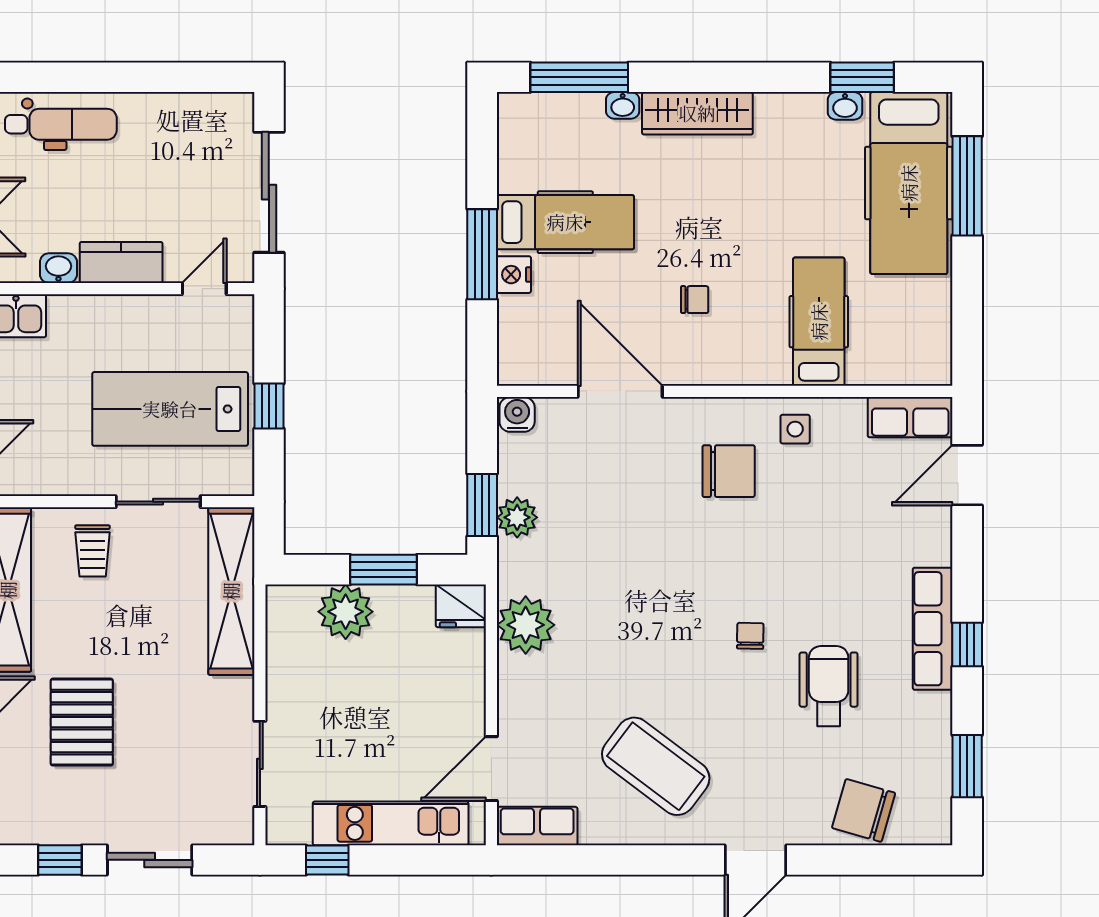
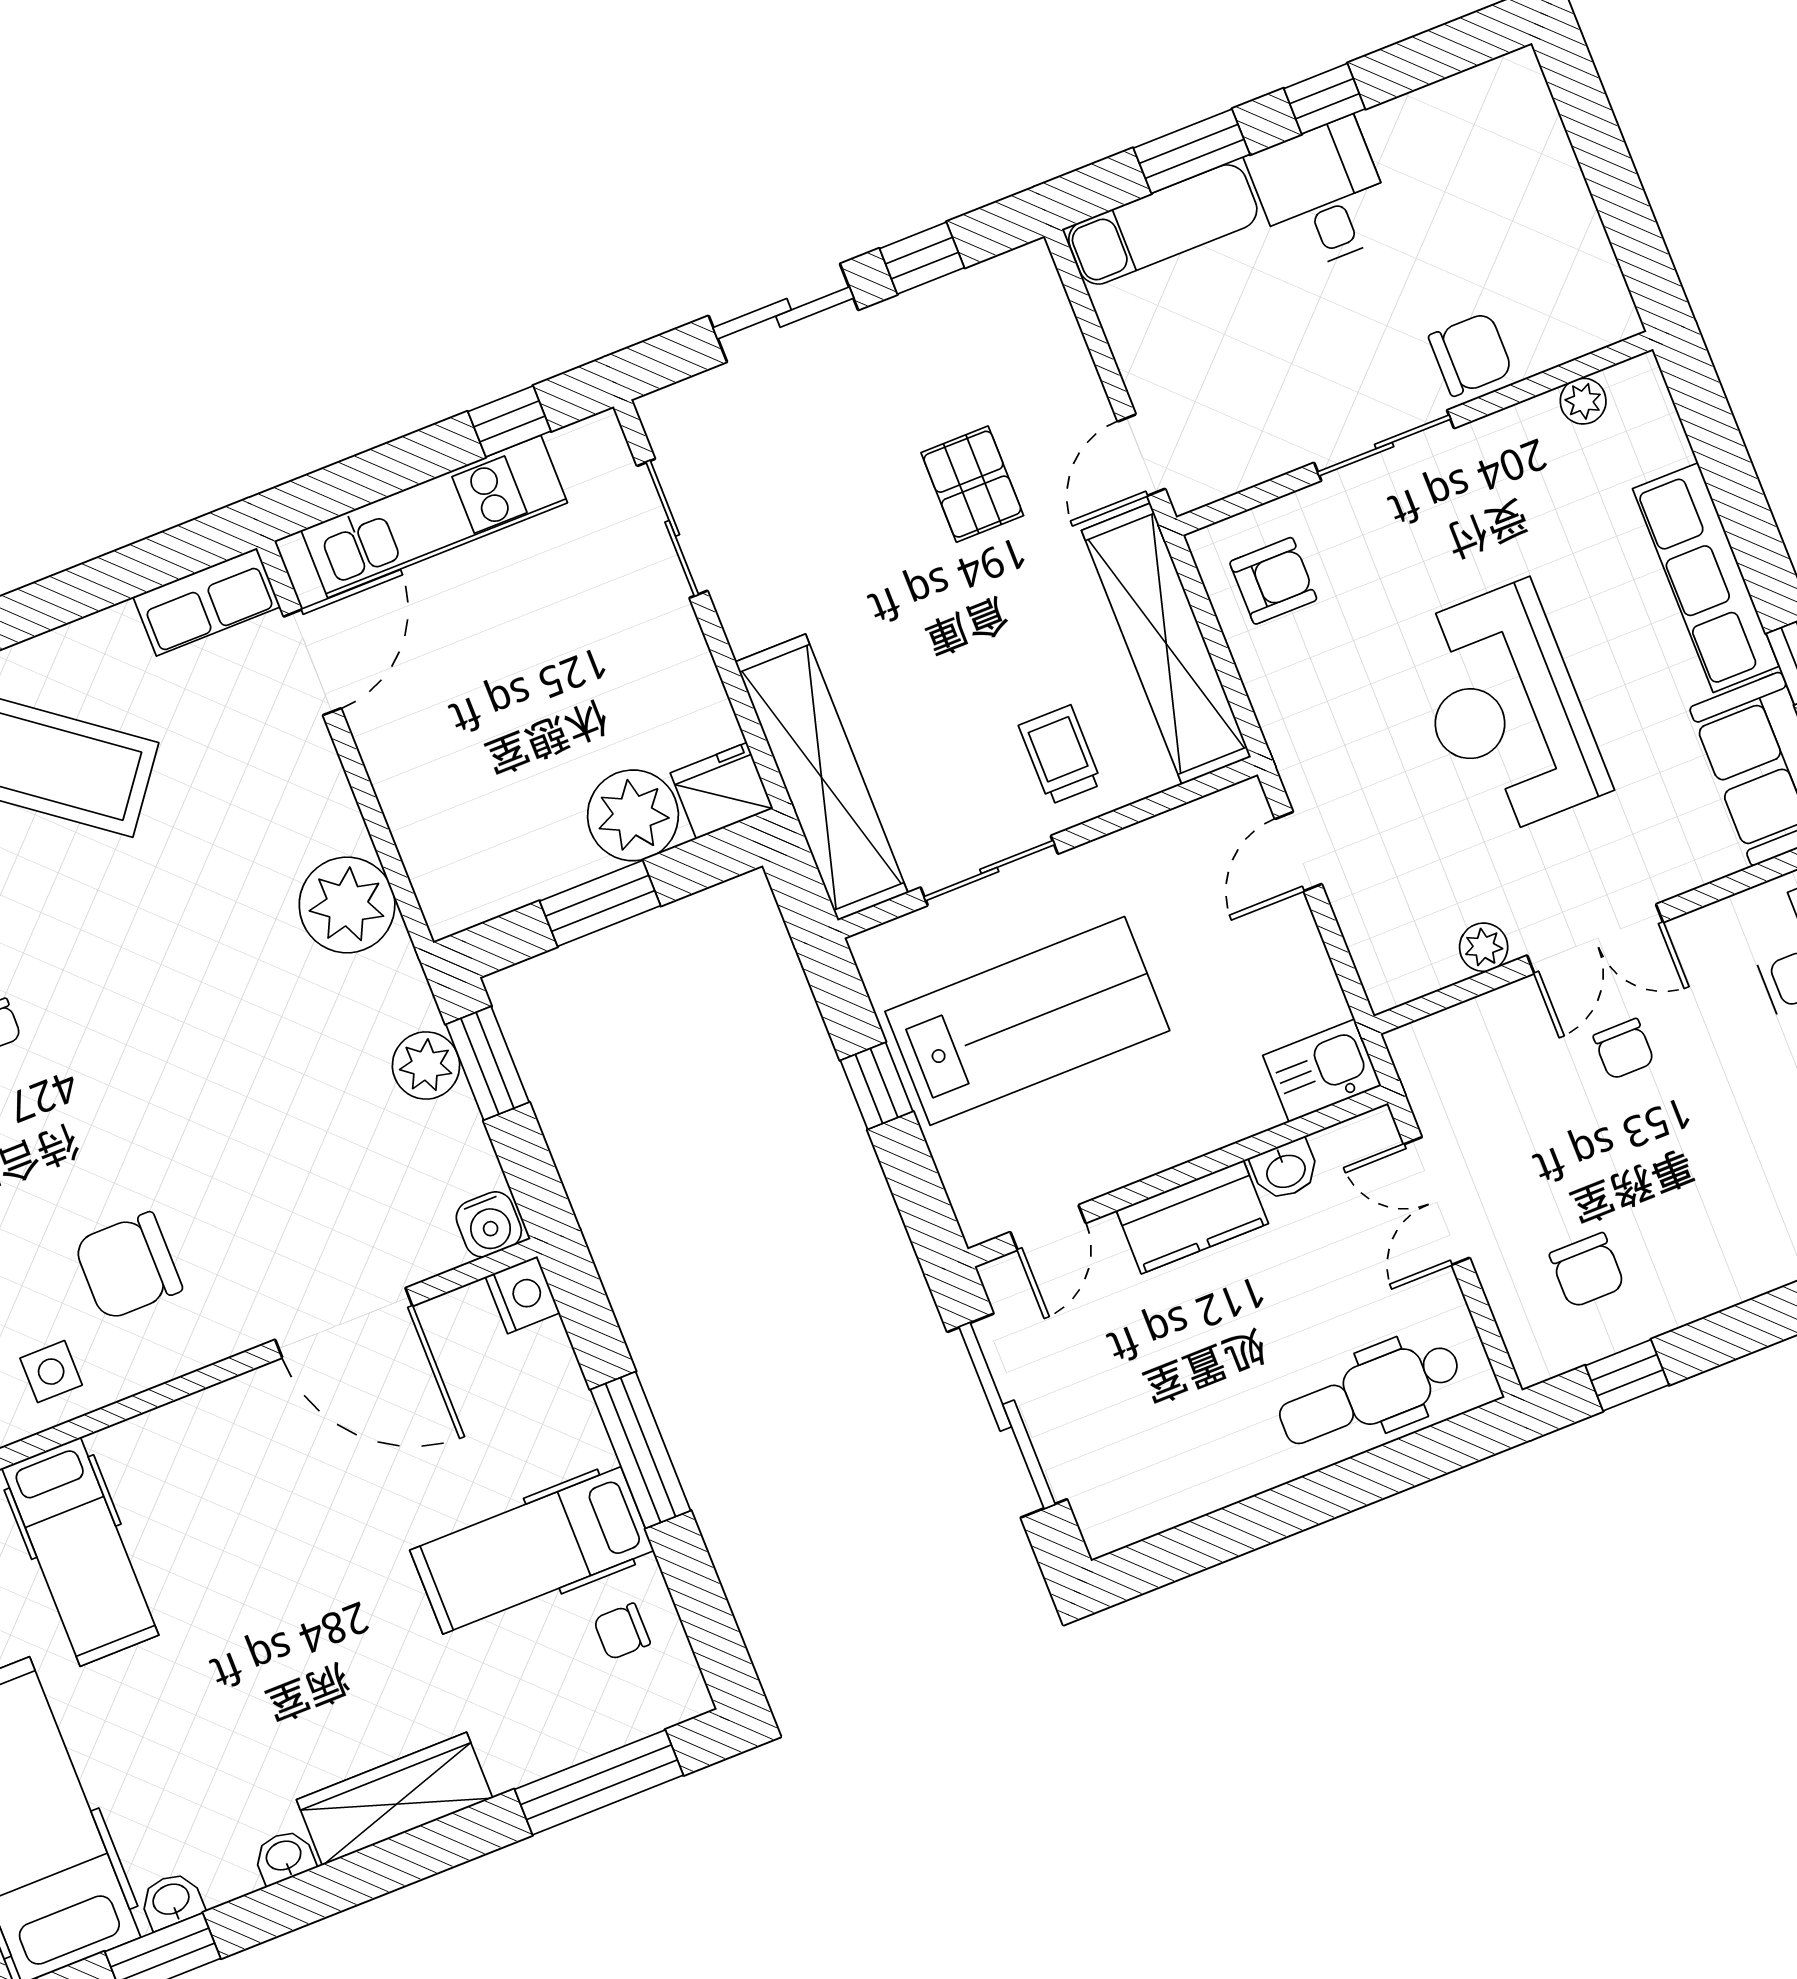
washbasin: (623, 105) -> (284, 1857), moved
nightstand: (514, 275) -> (523, 1295), moved
chair: (695, 300) -> (622, 1631), moved
fridge: (461, 606) -> (722, 791), moved
pallet: (82, 722) -> (972, 484), width x0.67, depth x0.71

